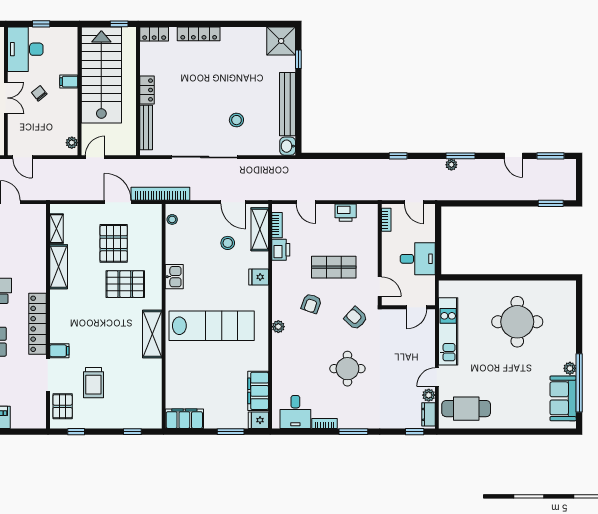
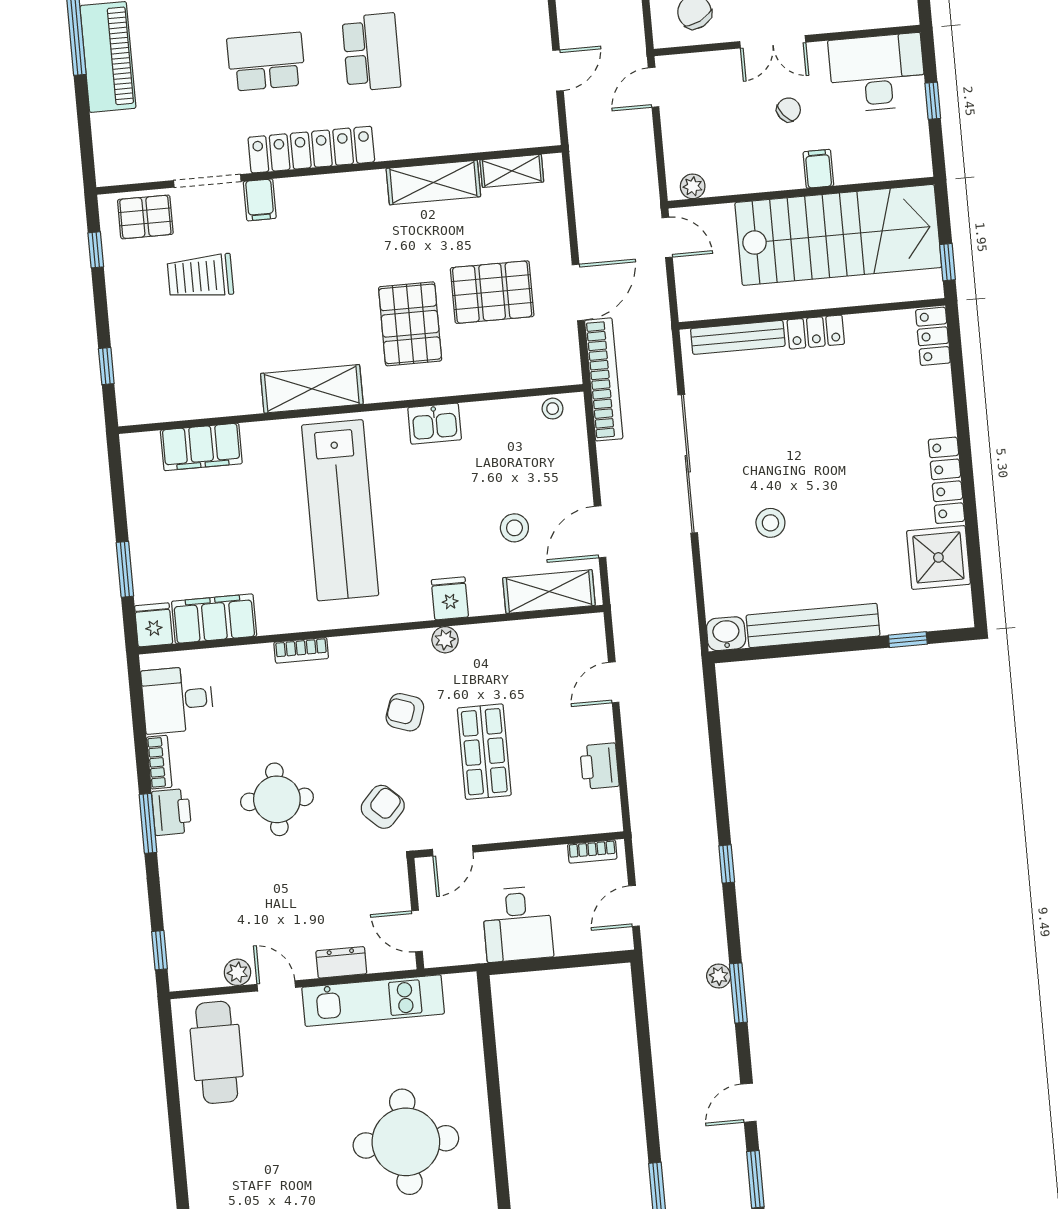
locker: (199, 34) -> (946, 480), moved
shower: (281, 41) -> (938, 557), moved
bookcase: (277, 225) -> (301, 650), moved
printer: (281, 250) -> (172, 812), moved, turned -90
plant: (278, 327) -> (445, 640), moved
dresser: (428, 414) -> (341, 962), moved
filing cabinet: (184, 419) -> (201, 447), moved, turned 90

